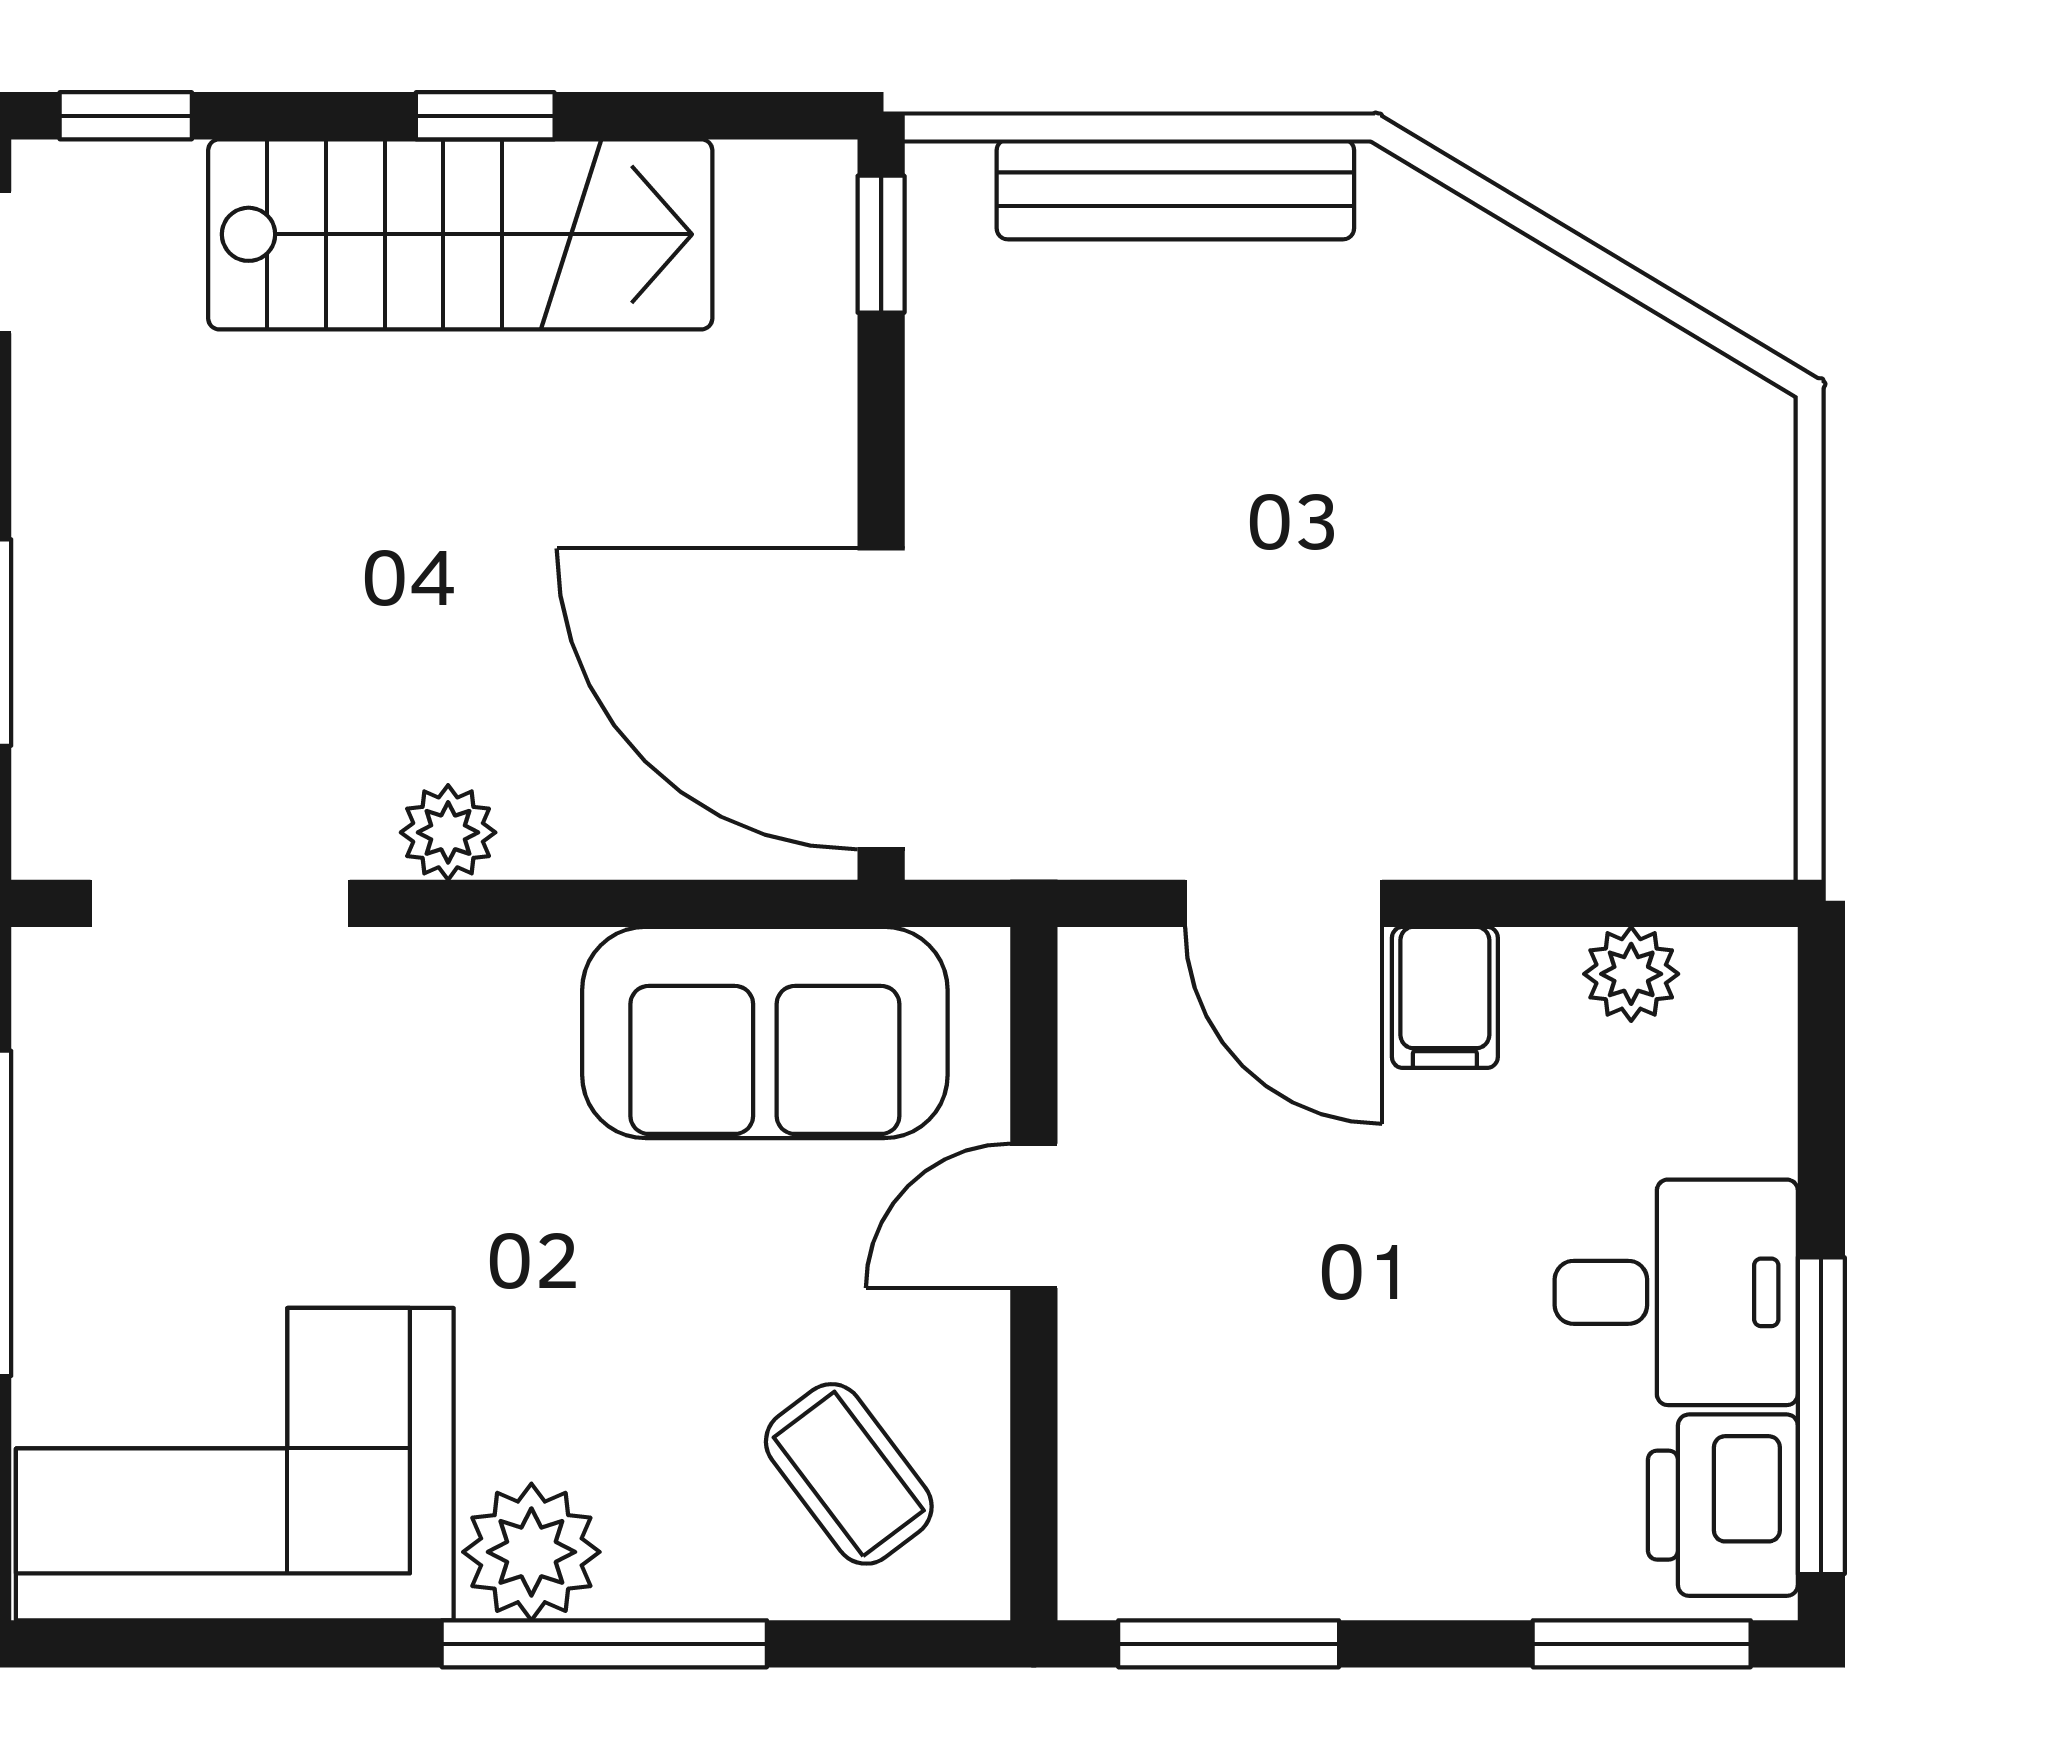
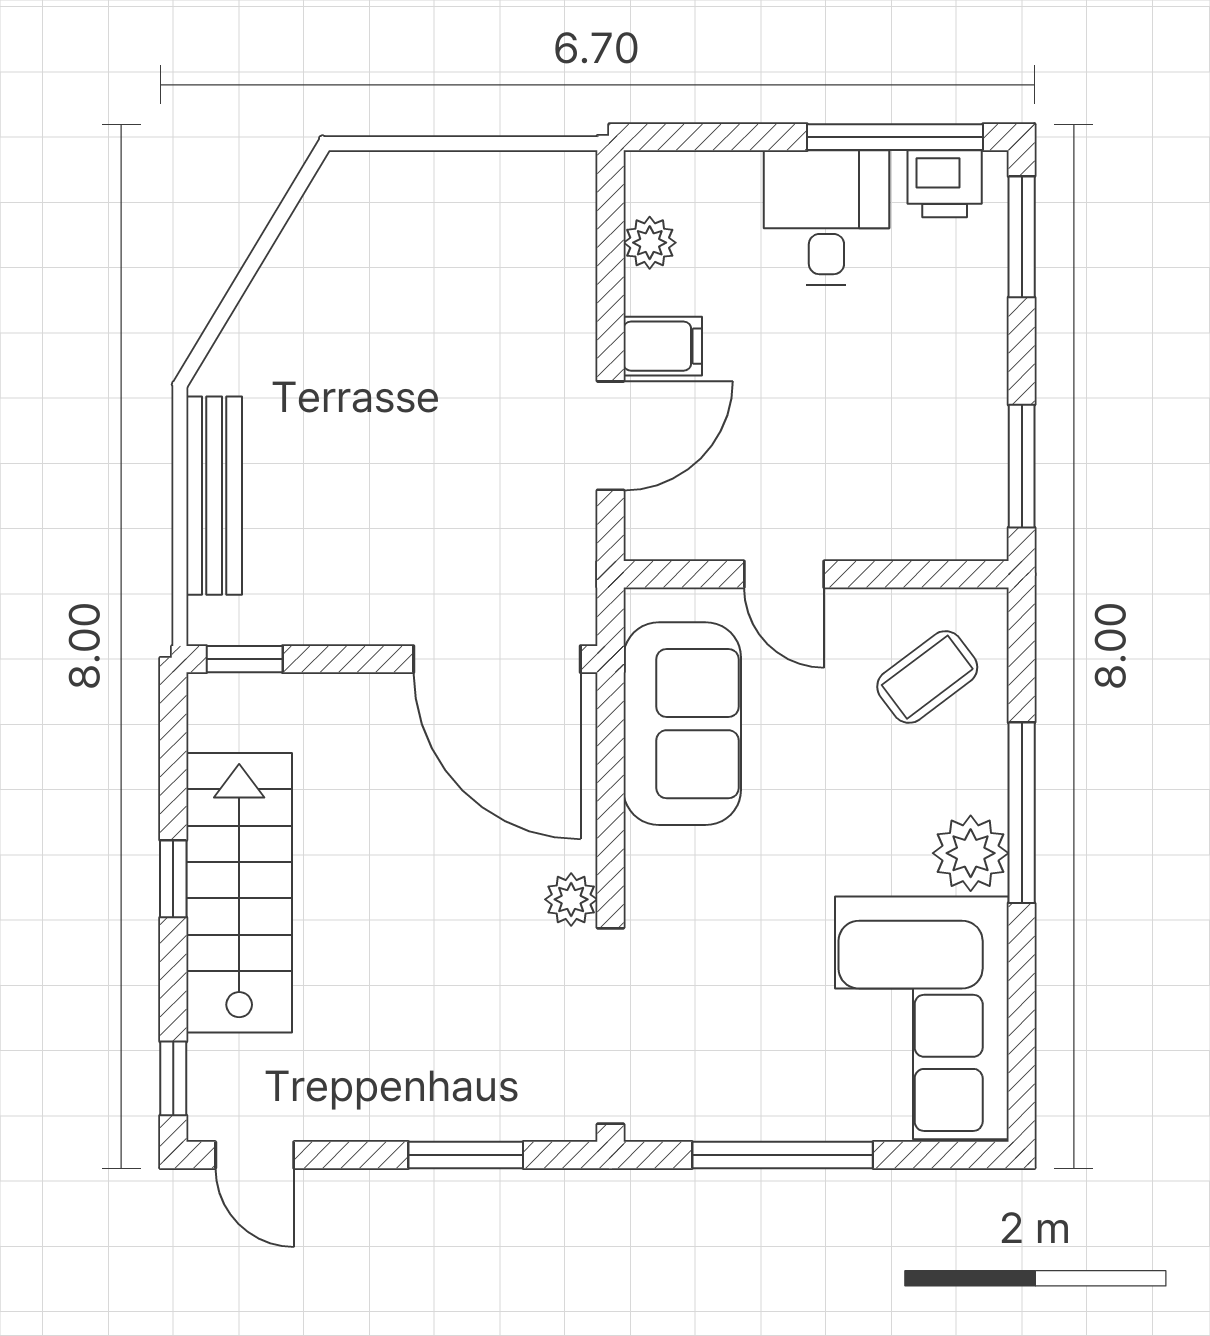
door: (881, 699) -> (497, 659), hinge flipped
doorway: (220, 903) -> (610, 1026), width x1.36
printer: (1723, 1505) -> (945, 184), width x0.73, depth x0.81

